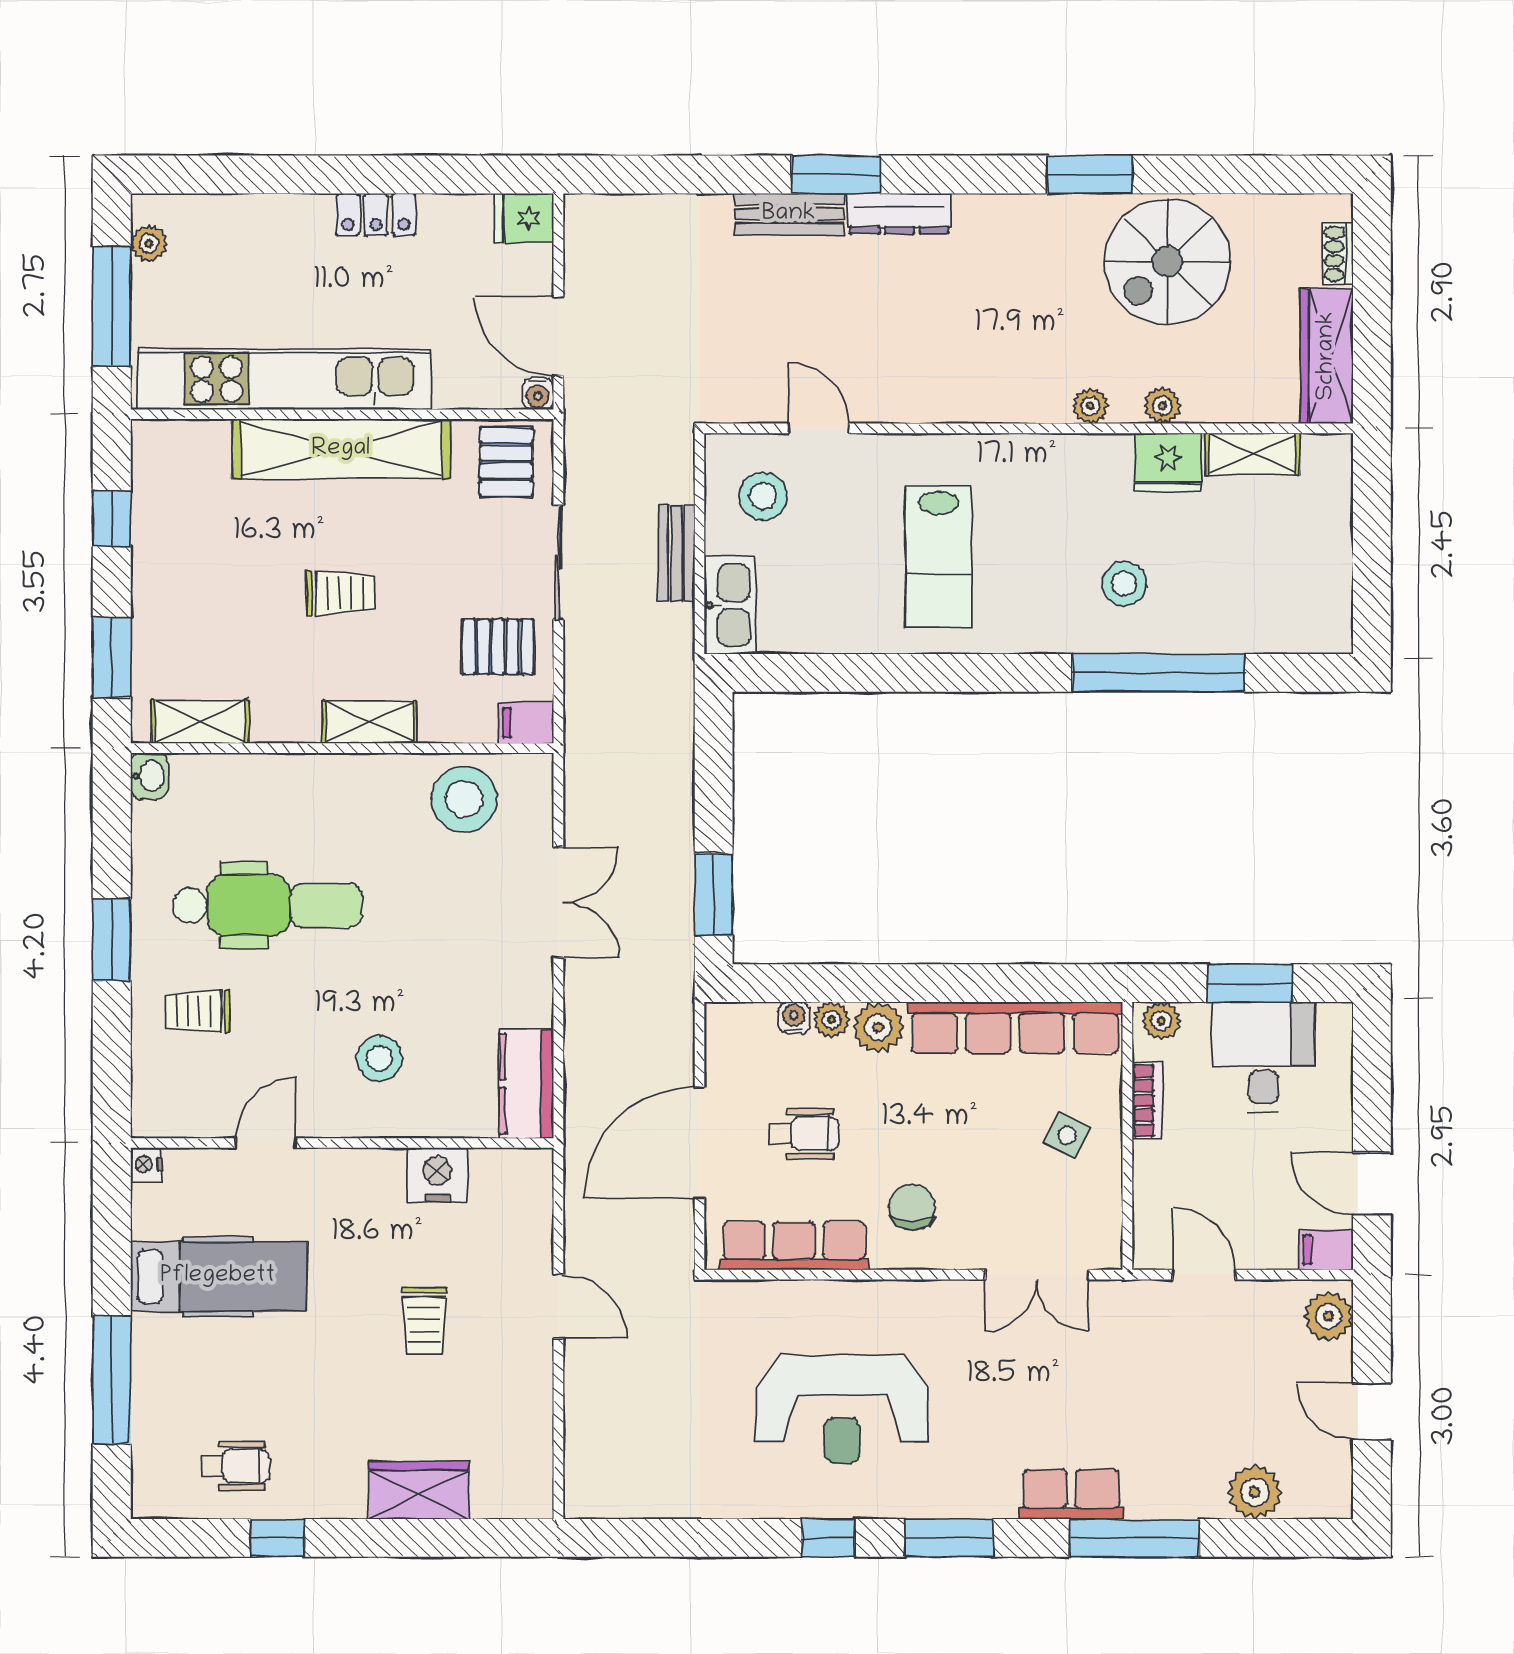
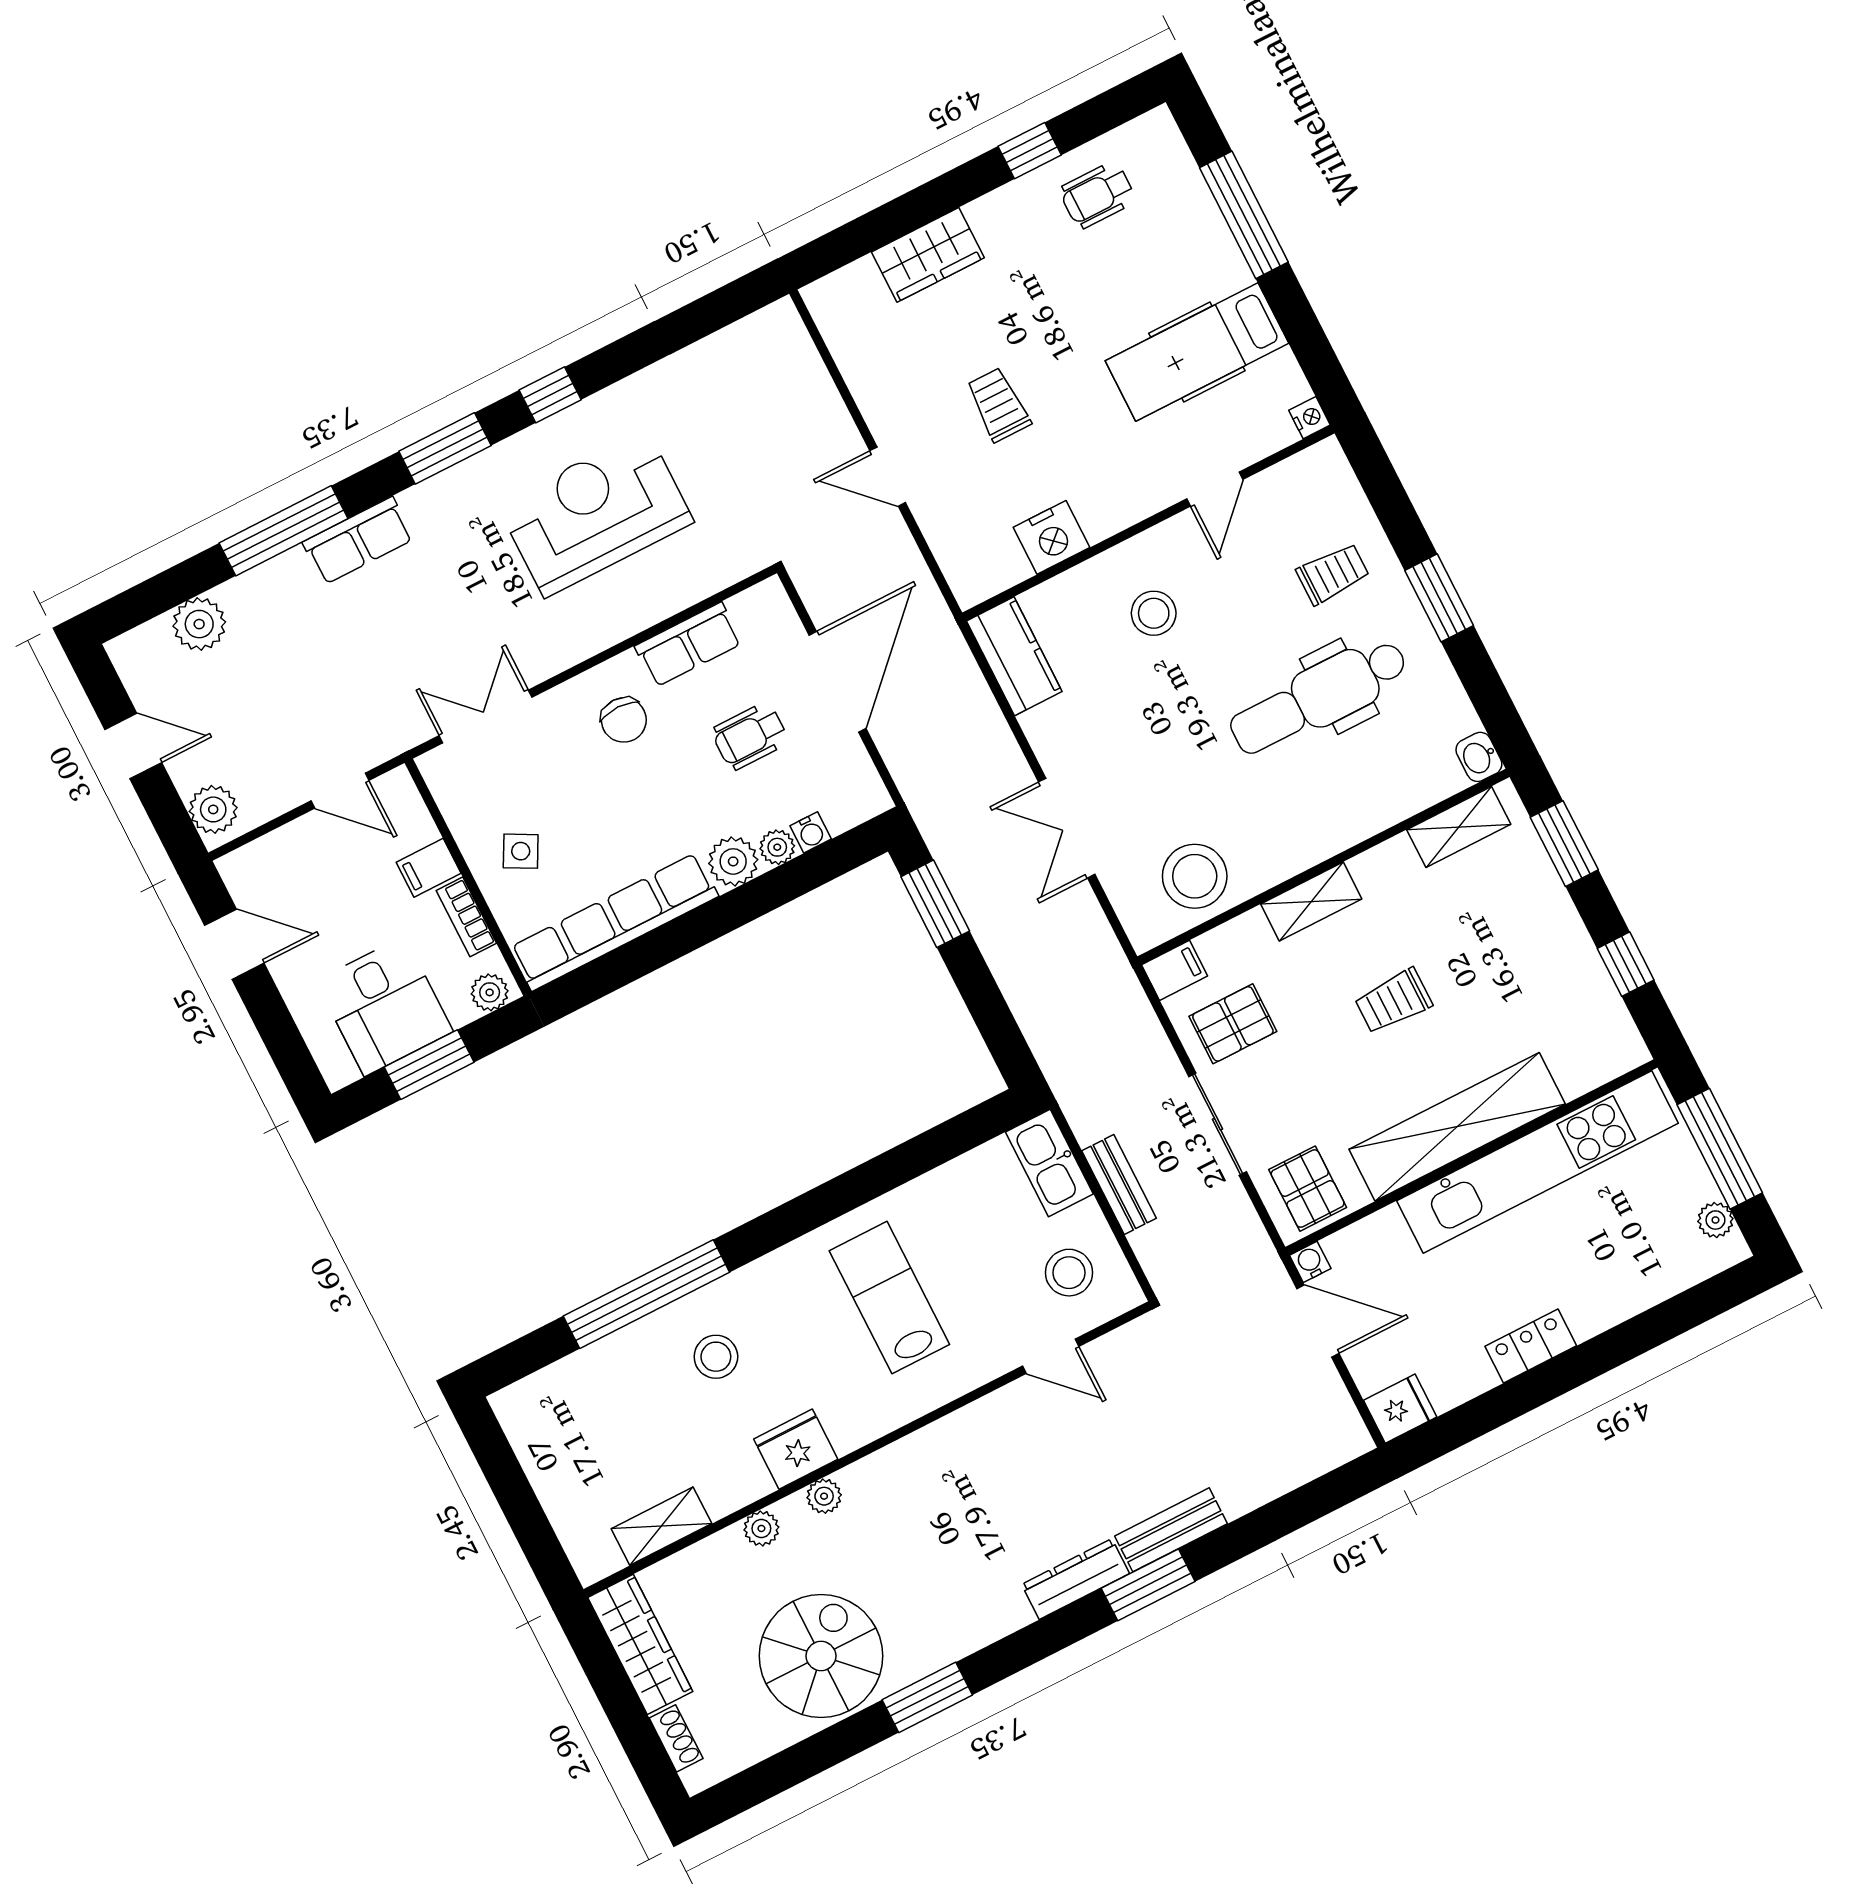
fridge: (1168, 462) -> (796, 1449), moved
row of seats: (794, 1246) -> (688, 645), width x0.68
filing cabinet: (1326, 1250) -> (429, 868), moved, turned 180

